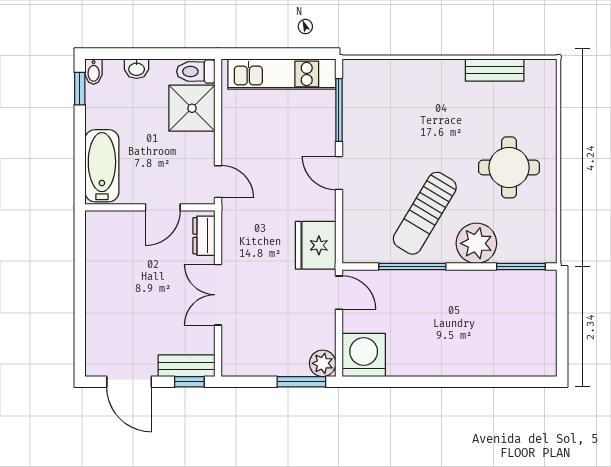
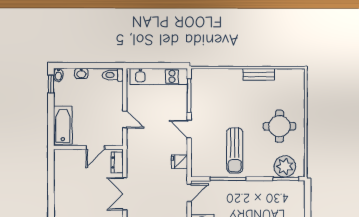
bench: (495, 70) -> (258, 74), moved
shower: (192, 108) -> (111, 95), removed
door: (218, 182) -> (125, 119), moved
sun lounger: (425, 213) -> (235, 150), turned -31
plant: (476, 243) -> (285, 166), moved
fridge: (316, 245) -> (179, 162), width x0.53, depth x0.75
door: (339, 293) -> (189, 193), hinge flipped

